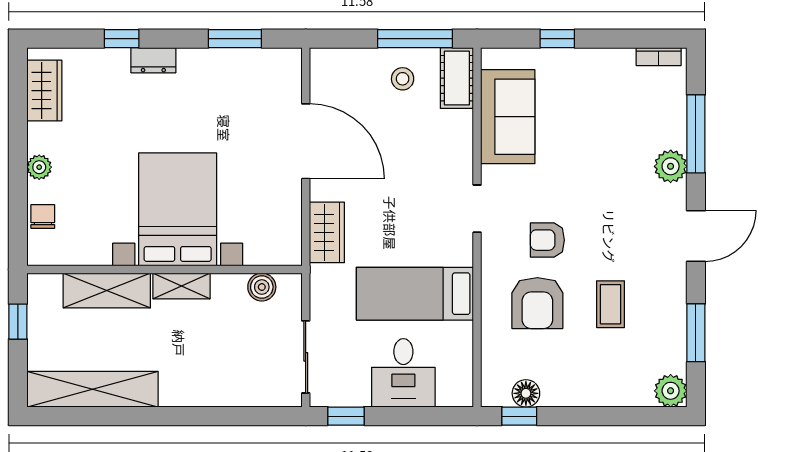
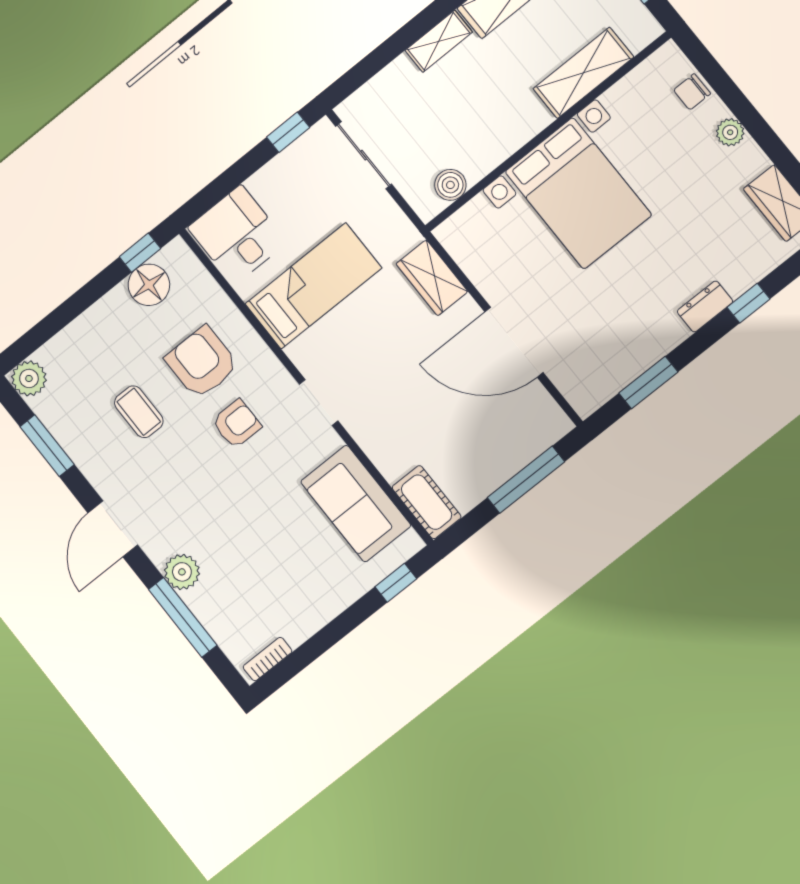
window: (415, 39) -> (526, 480), moved
window: (557, 39) -> (396, 583), moved
stool: (403, 79) -> (473, 464), removed
chair: (43, 216) -> (692, 92), turned 90
shelving: (181, 286) -> (439, 41), moved
desk: (403, 373) -> (237, 235), moved
floor lamp: (526, 393) -> (149, 285), width x1.38, depth x1.38

